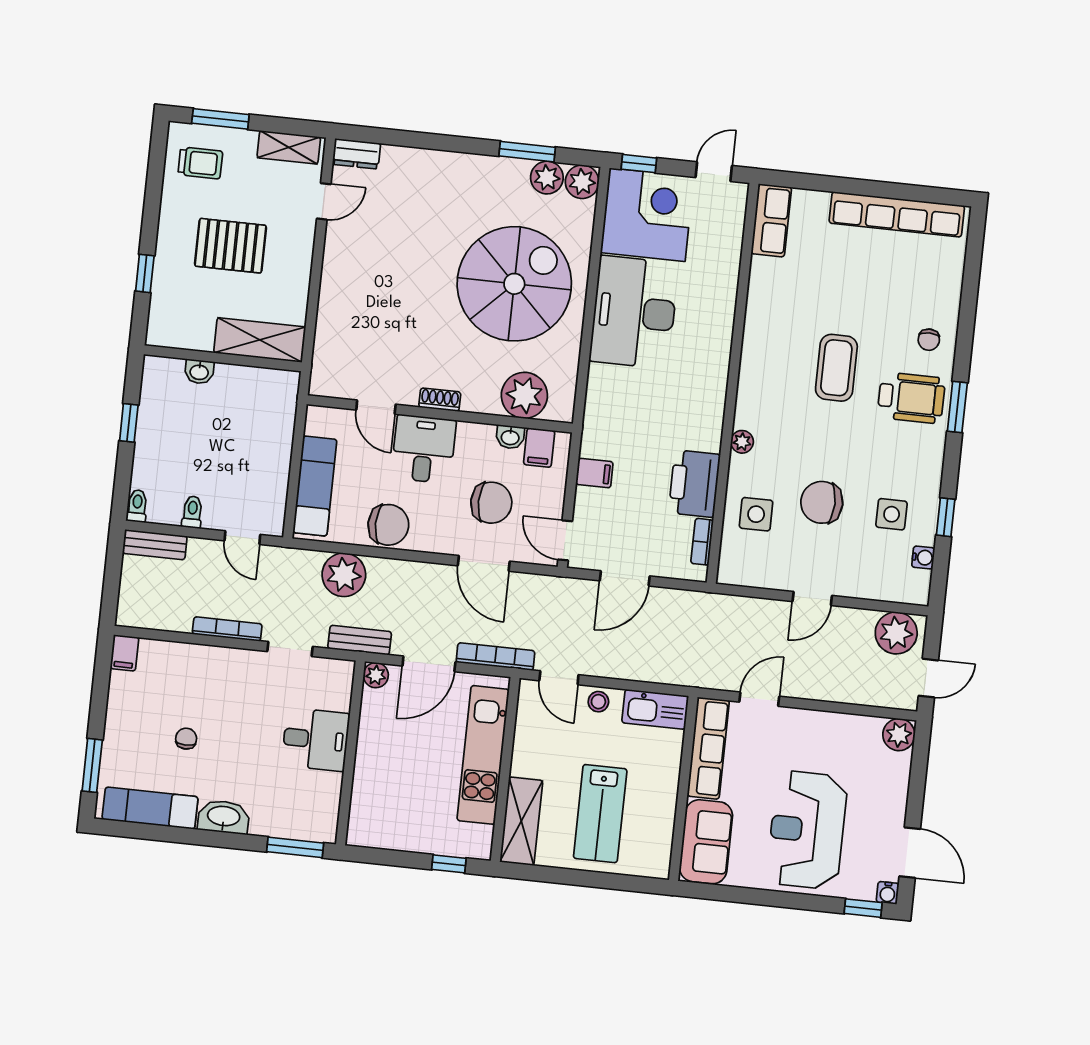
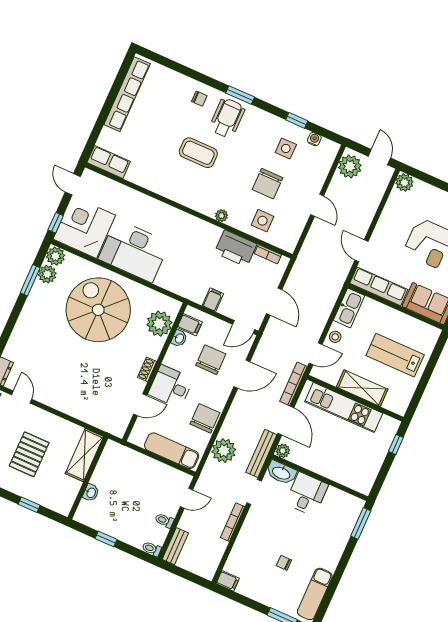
bench: (360, 640) -> (261, 453), width x1.36
lab bench: (600, 814) -> (395, 355), turned 180
washbasin: (224, 817) -> (281, 473), moved, turned -90
shelving: (521, 821) -> (362, 388), moved

